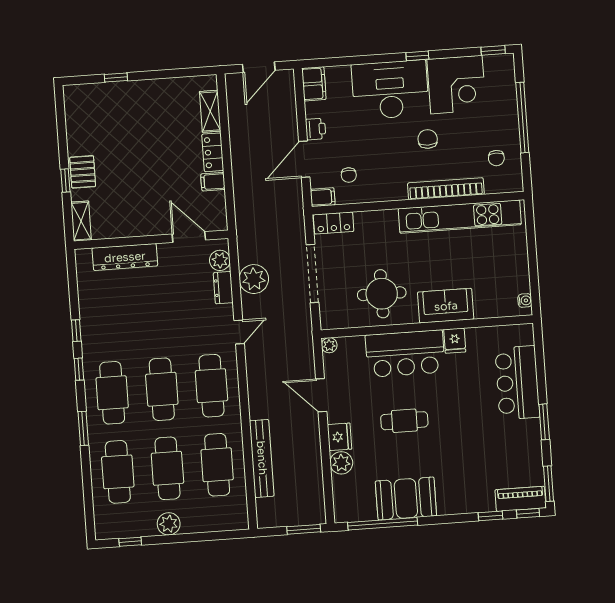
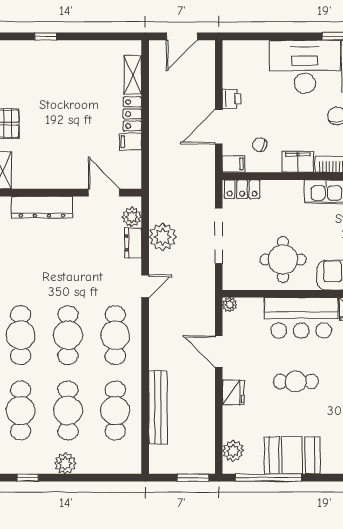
filing cabinet: (314, 84) -> (298, 162), moved, turned -90
chair: (349, 175) -> (260, 145), turned 108
plant: (341, 463) -> (233, 451), moved

